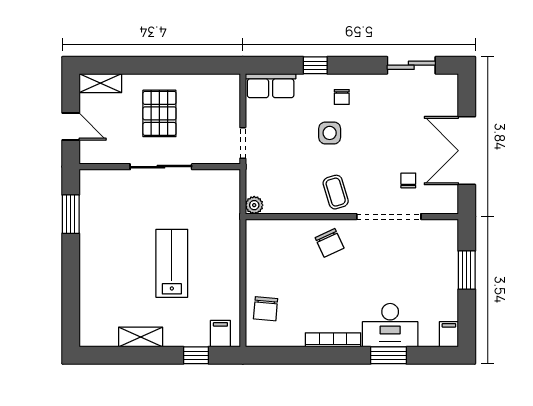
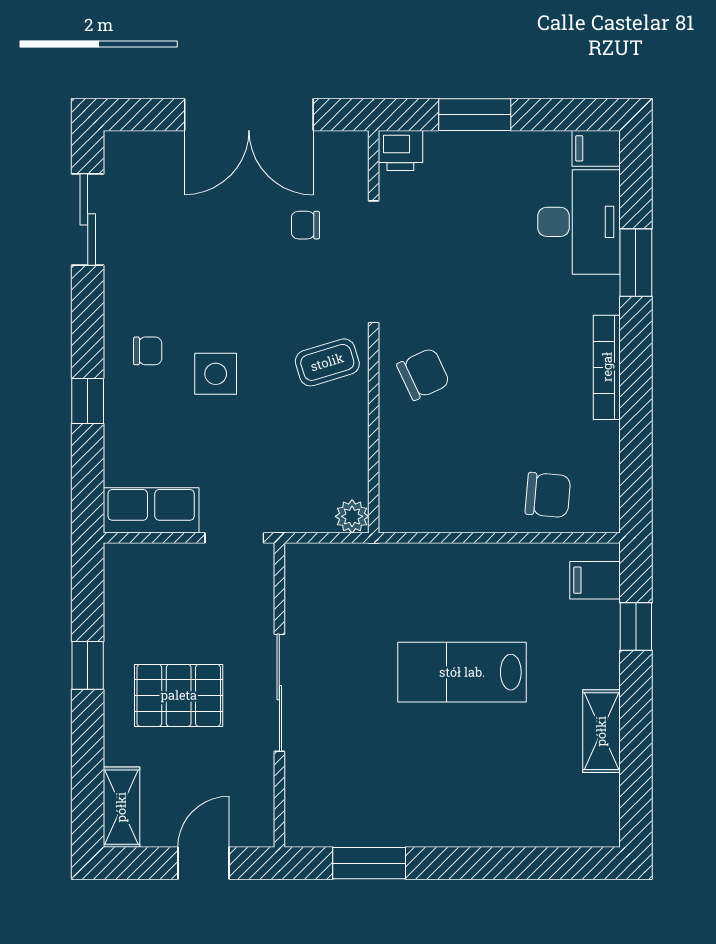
window: (175, 65) -> (88, 665), added
row of seats: (271, 86) -> (151, 510), moved, turned -90
printer: (448, 231) -> (400, 150), added
desk: (390, 325) -> (579, 222), moved

